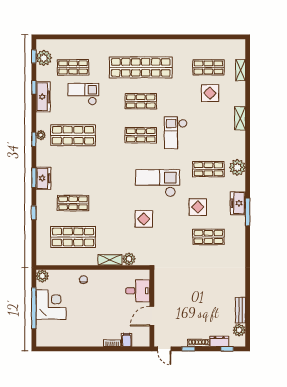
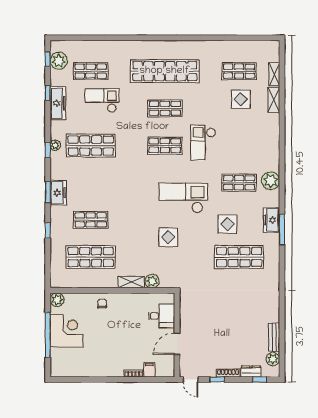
shelving: (240, 118) -> (274, 100), moved
shop shelf: (208, 237) -> (239, 257), width x1.43, depth x1.36

